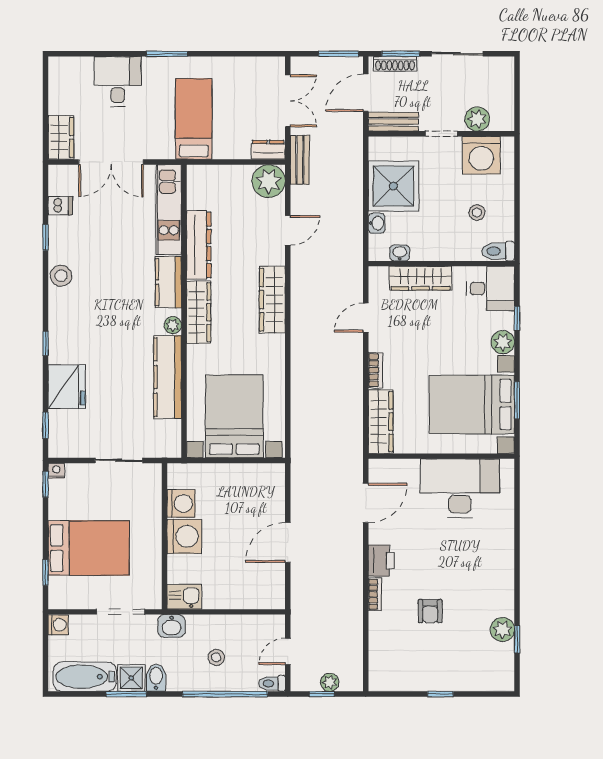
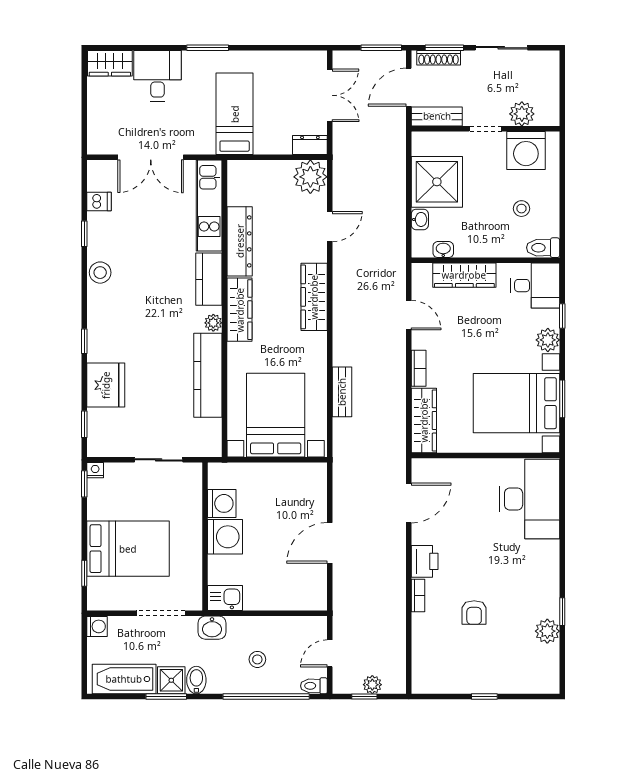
wardrobe: (61, 137) -> (110, 63), moved, turned 90
bench: (300, 160) -> (342, 392), moved
door: (366, 318) -> (409, 315), swing flipped
desk: (460, 488) -> (530, 499), moved, turned 90
window: (517, 639) -> (562, 612), moved

